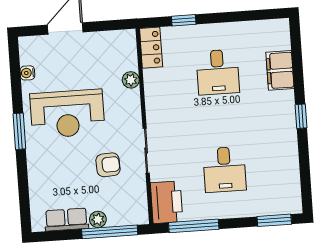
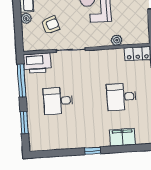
armchair: (108, 165) -> (50, 25), moved, turned -104
window: (274, 220) -> (24, 122), moved
window: (110, 232) -> (18, 26), removed

